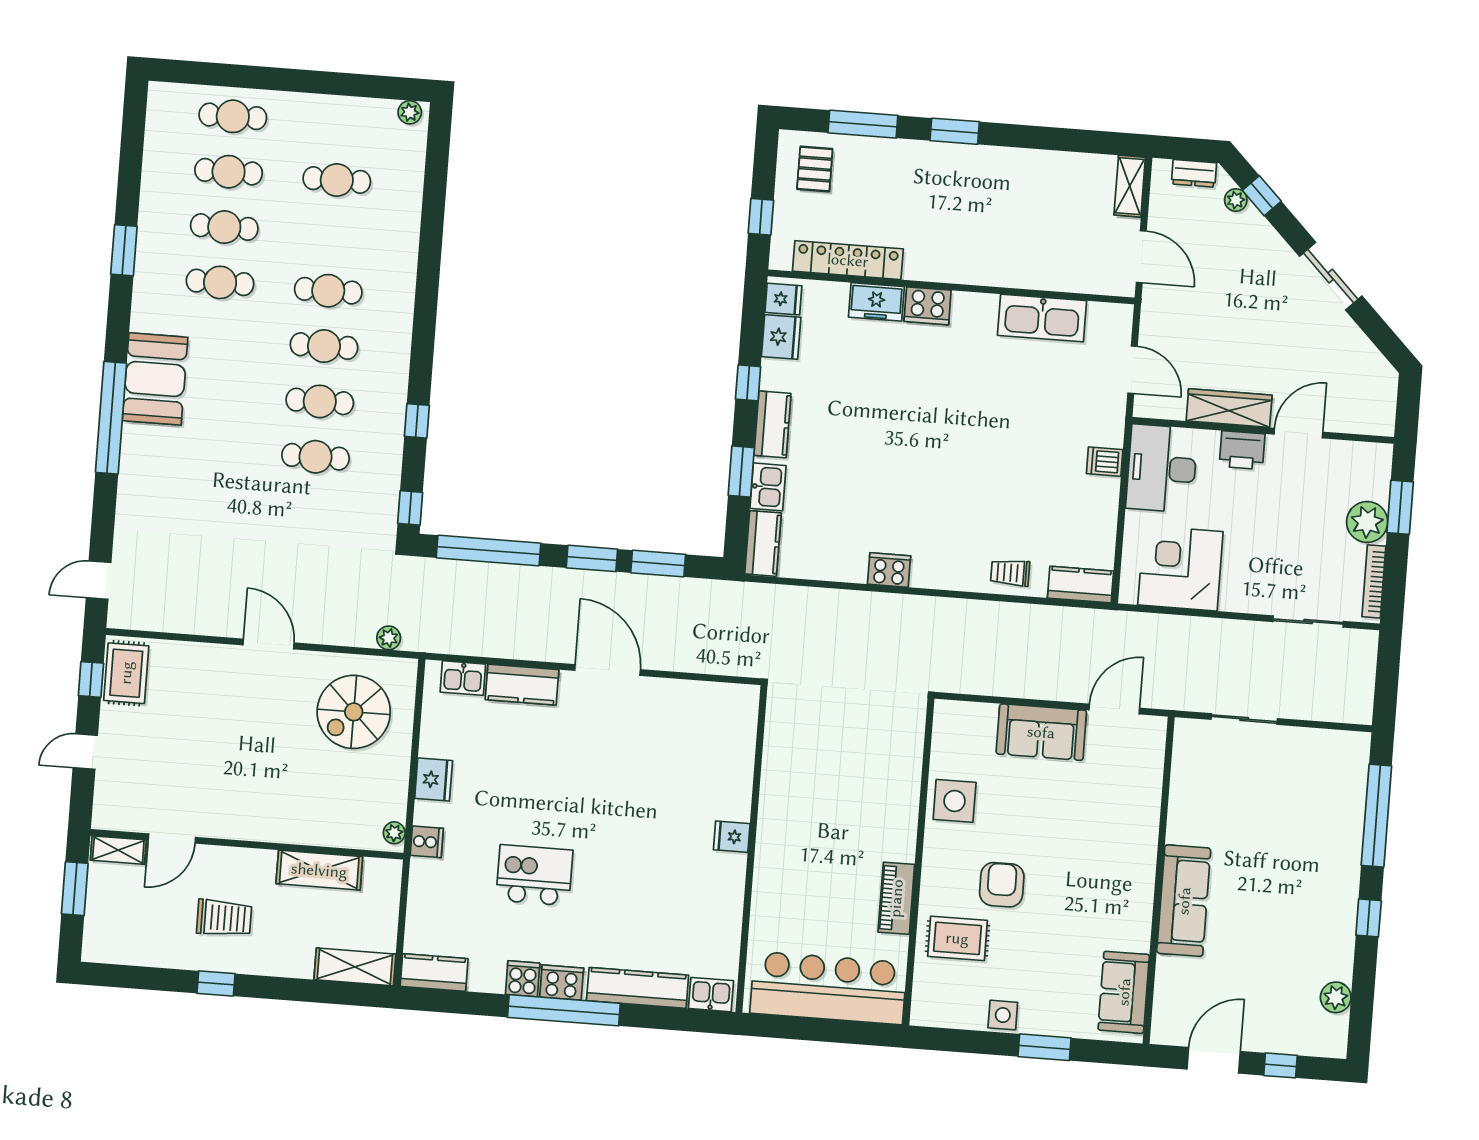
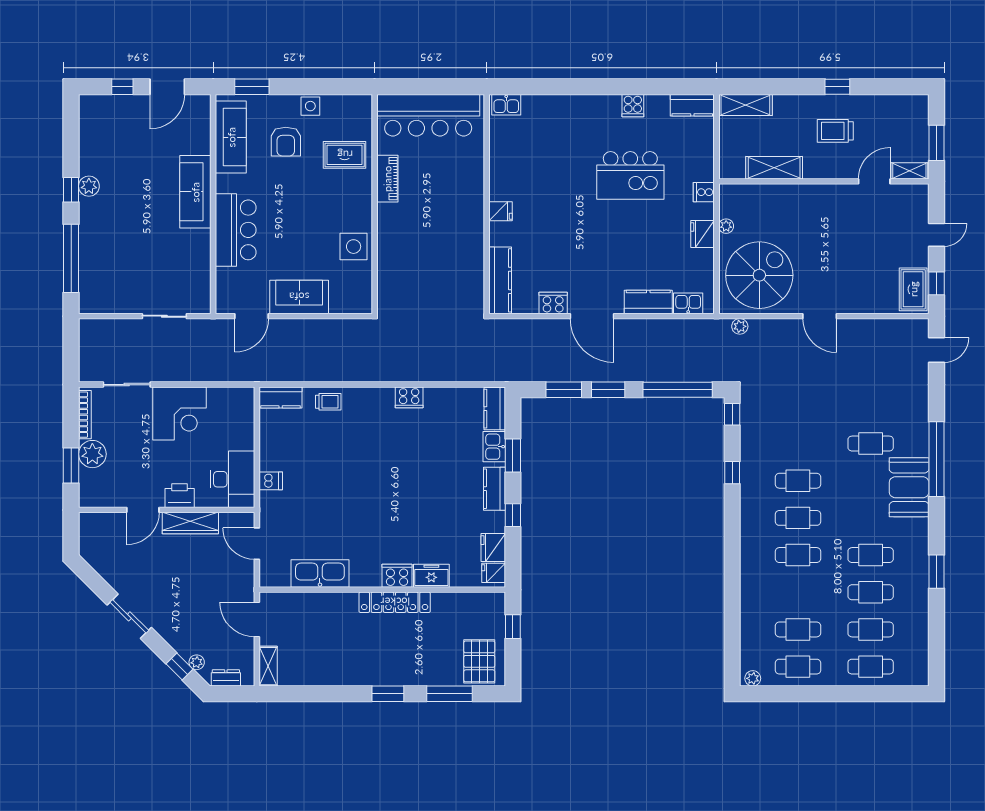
cafe table: (341, 125) -> (798, 667), added
pallet: (815, 169) -> (479, 661), width x1.50, depth x1.42
locker: (848, 260) -> (395, 602), moved
cafe table: (315, 457) -> (871, 444), moved
corner desk: (1180, 568) -> (179, 413), moved
spiral stairs: (354, 712) -> (759, 275), width x1.37, depth x1.37
plant: (394, 833) -> (726, 226), moved
bar counter: (1128, 839) -> (236, 230), added
kitchen island: (534, 875) -> (630, 175), width x1.37, depth x1.28
armchair: (1002, 885) -> (286, 142), moved
cooker: (562, 983) -> (553, 303), moved, turned 180
kitchen counter: (638, 988) -> (500, 280), moved, turned -90
sofa: (1124, 992) -> (231, 137), width x1.36
plant: (1336, 997) -> (89, 186), moved
window: (564, 1010) -> (604, 87), removed
window: (1044, 1047) -> (252, 87), moved

